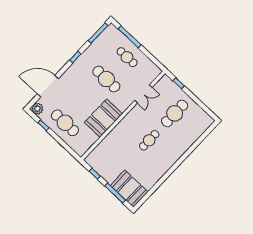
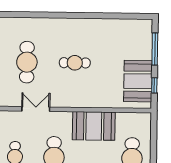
cafe table: (175, 113) -> (27, 62), turned 90
booth: (129, 189) -> (138, 81), moved

